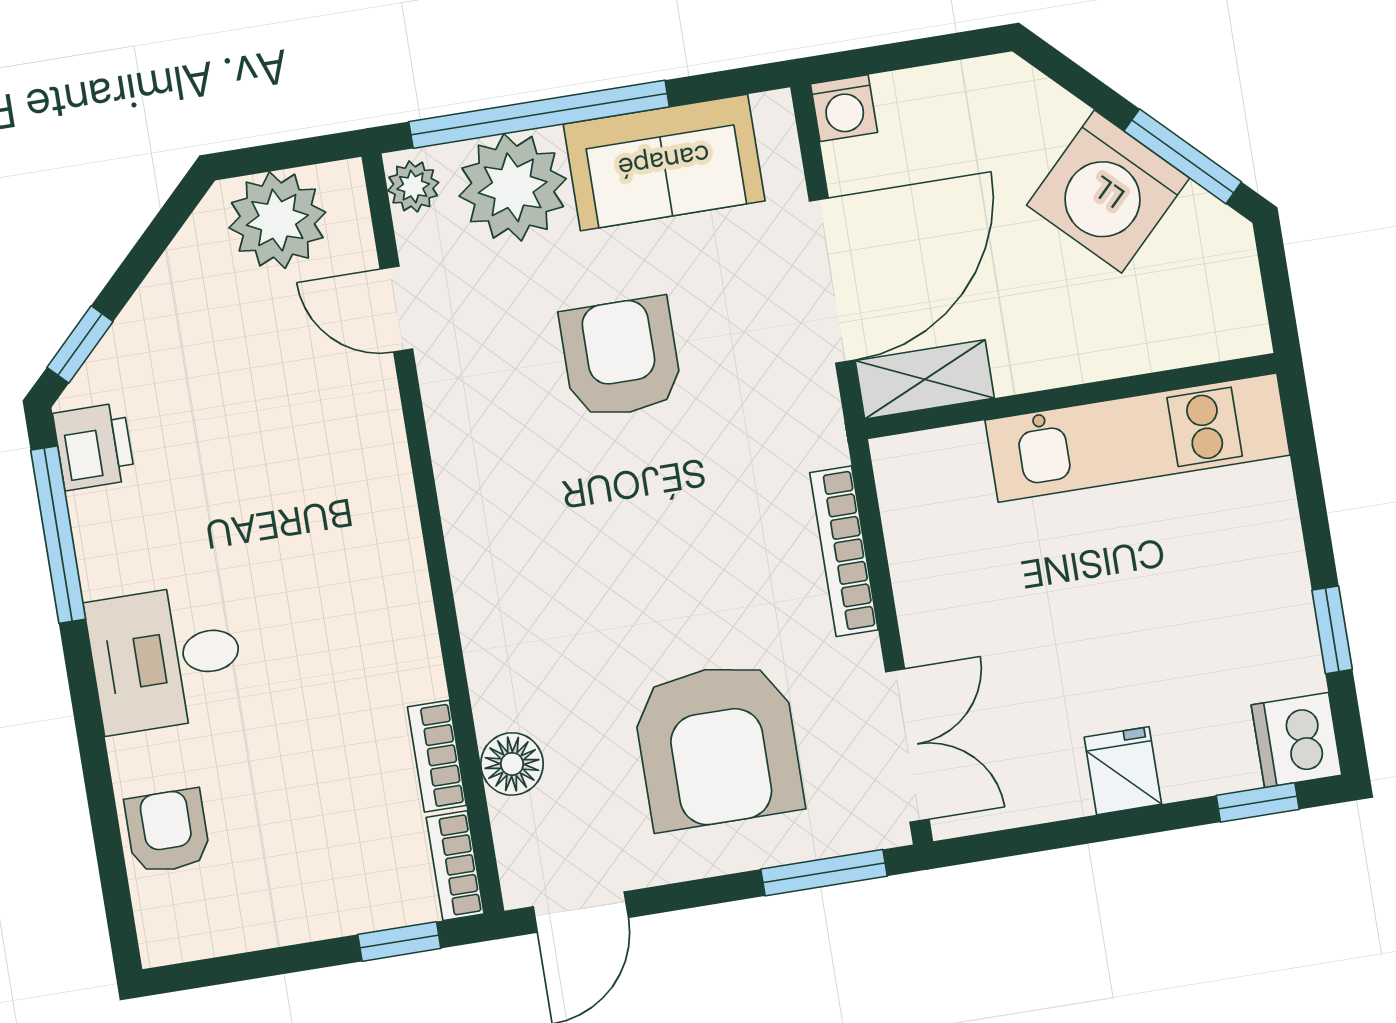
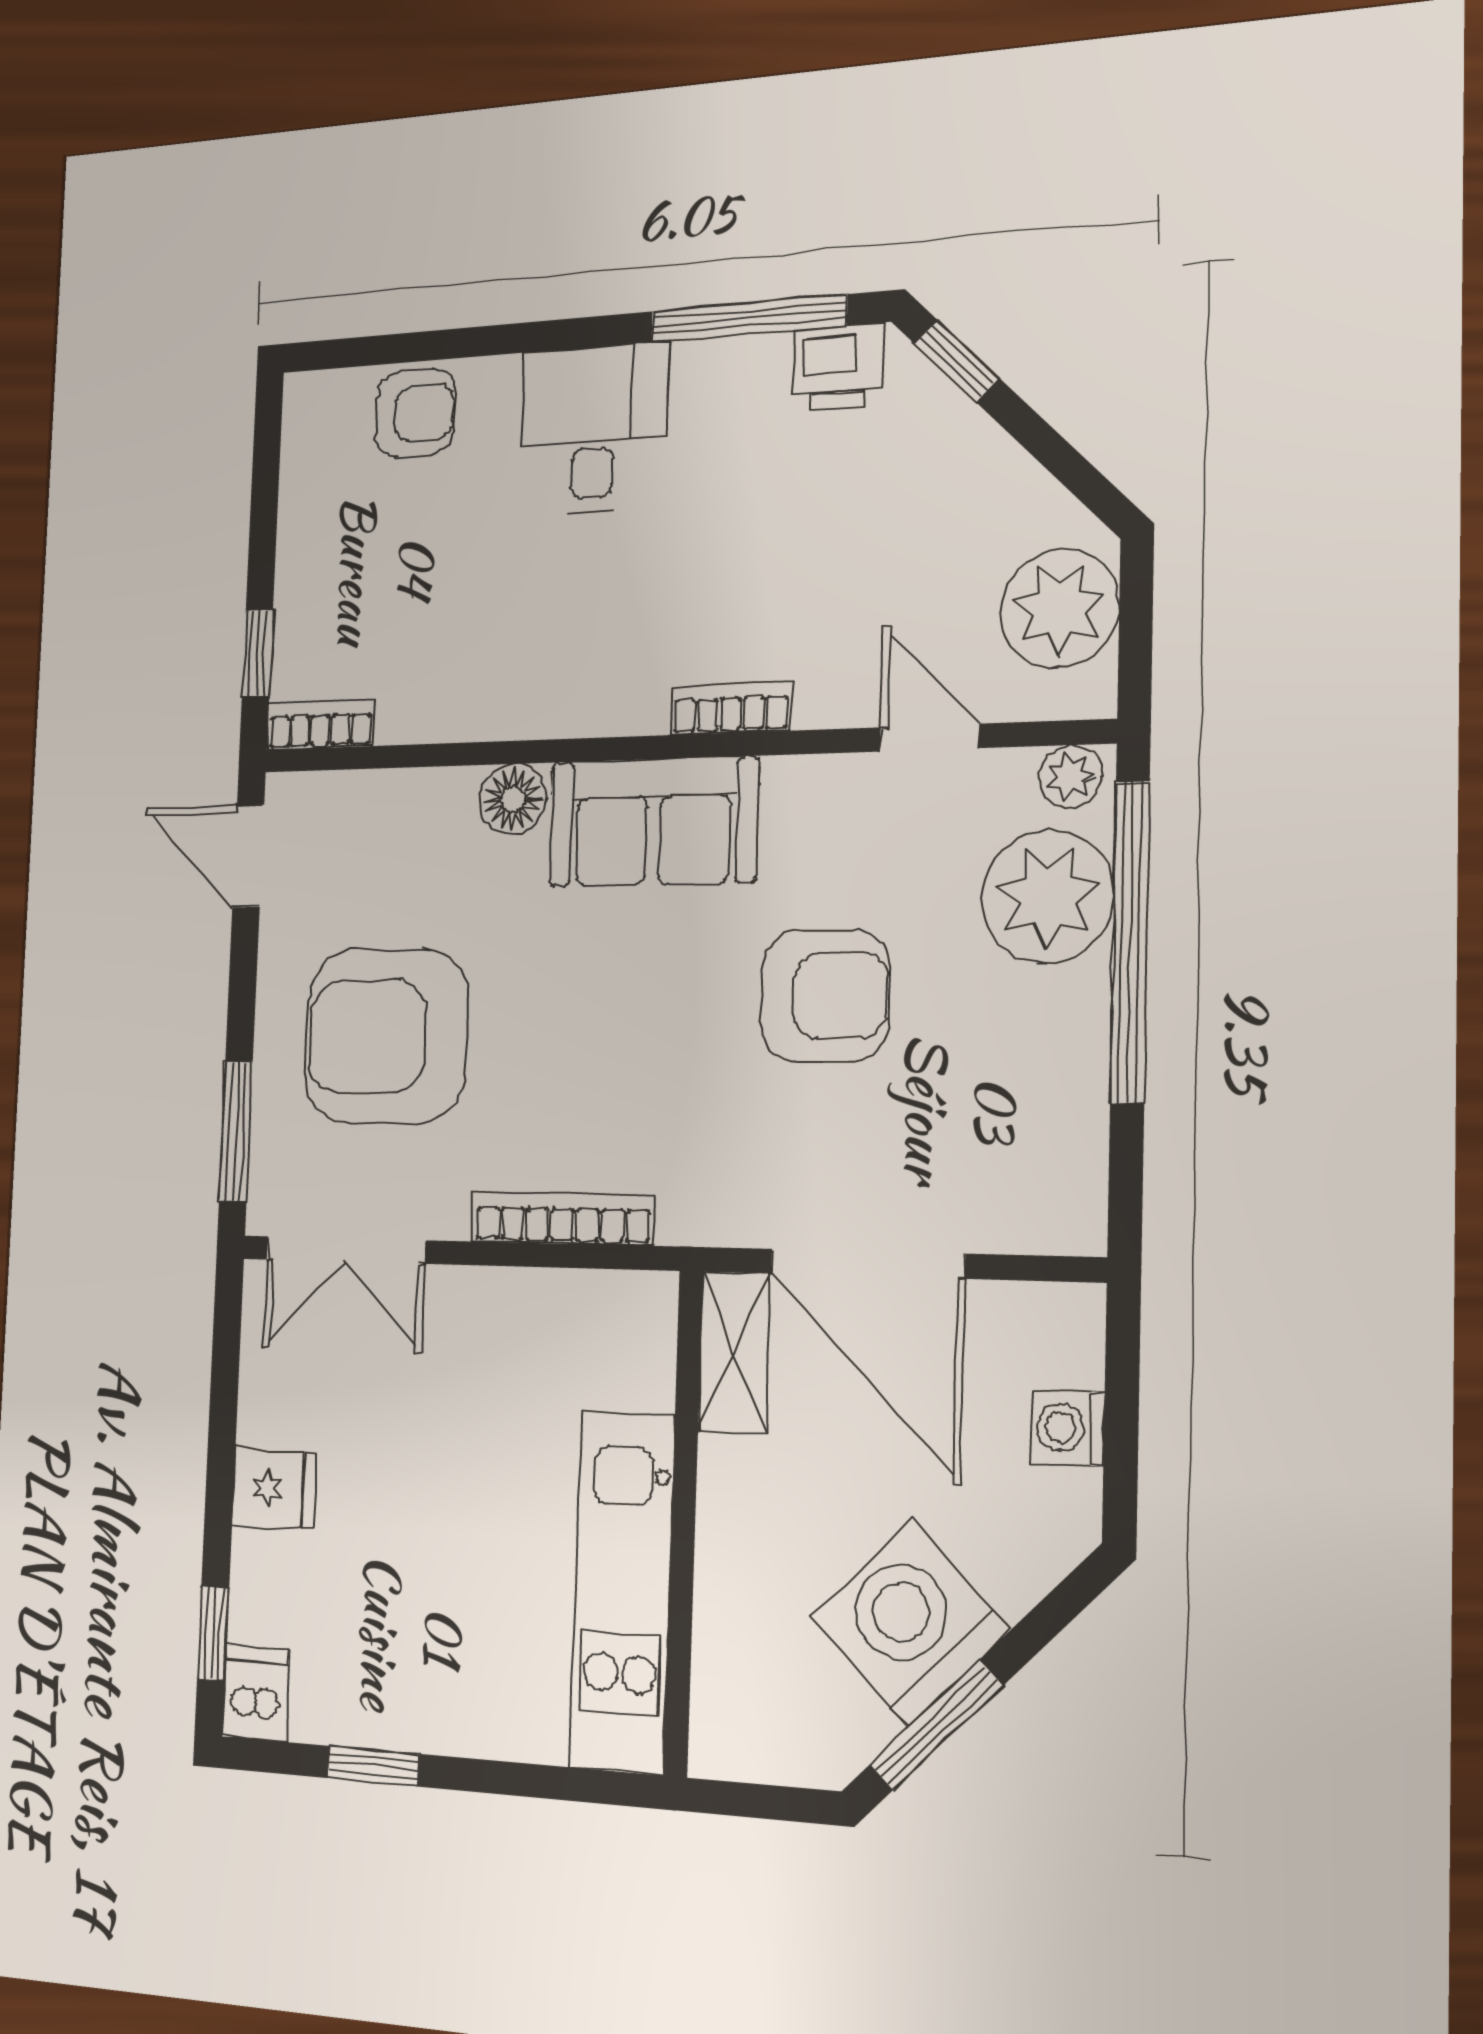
washing machine: (844, 108) -> (1068, 1428), moved
sofa: (664, 162) -> (653, 822), moved, turned -90
door: (396, 309) -> (930, 738), hinge flipped
dishwasher: (1297, 740) -> (256, 1693), width x0.73
bookcase: (437, 756) -> (731, 708), moved
floor lamp: (512, 764) -> (513, 799), moved

